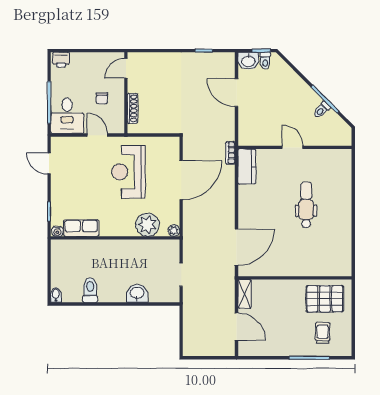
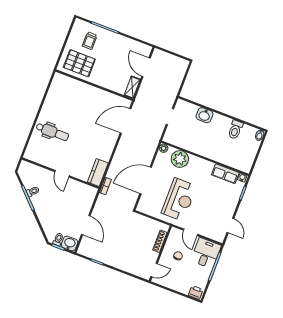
dental chair: (306, 205) -> (52, 132), moved, turned -90

